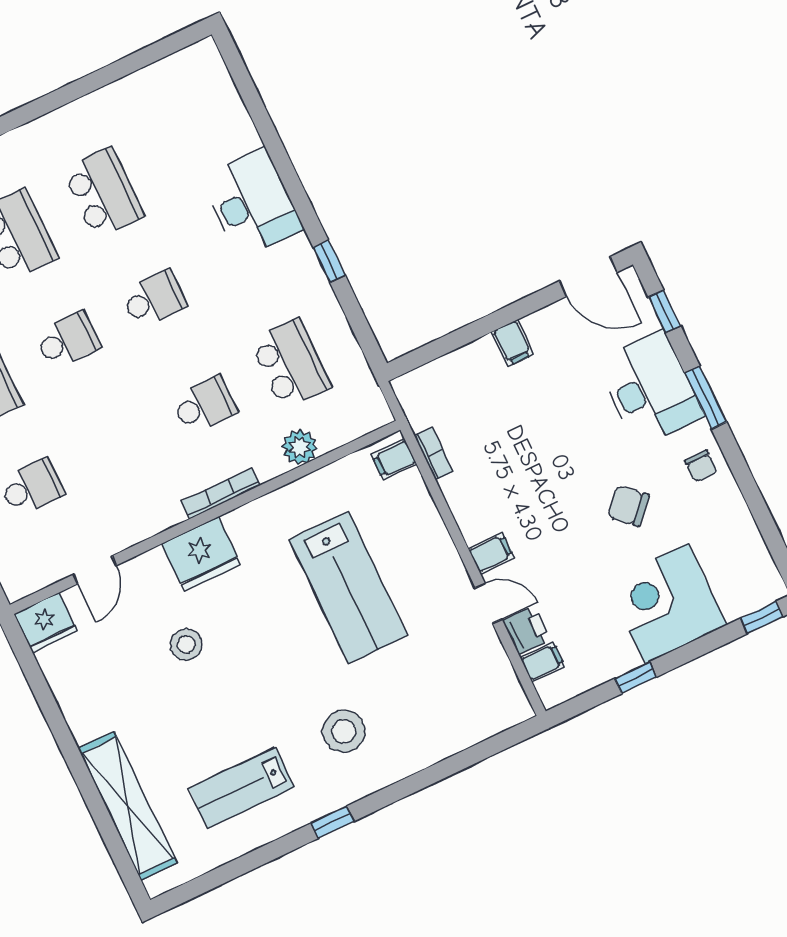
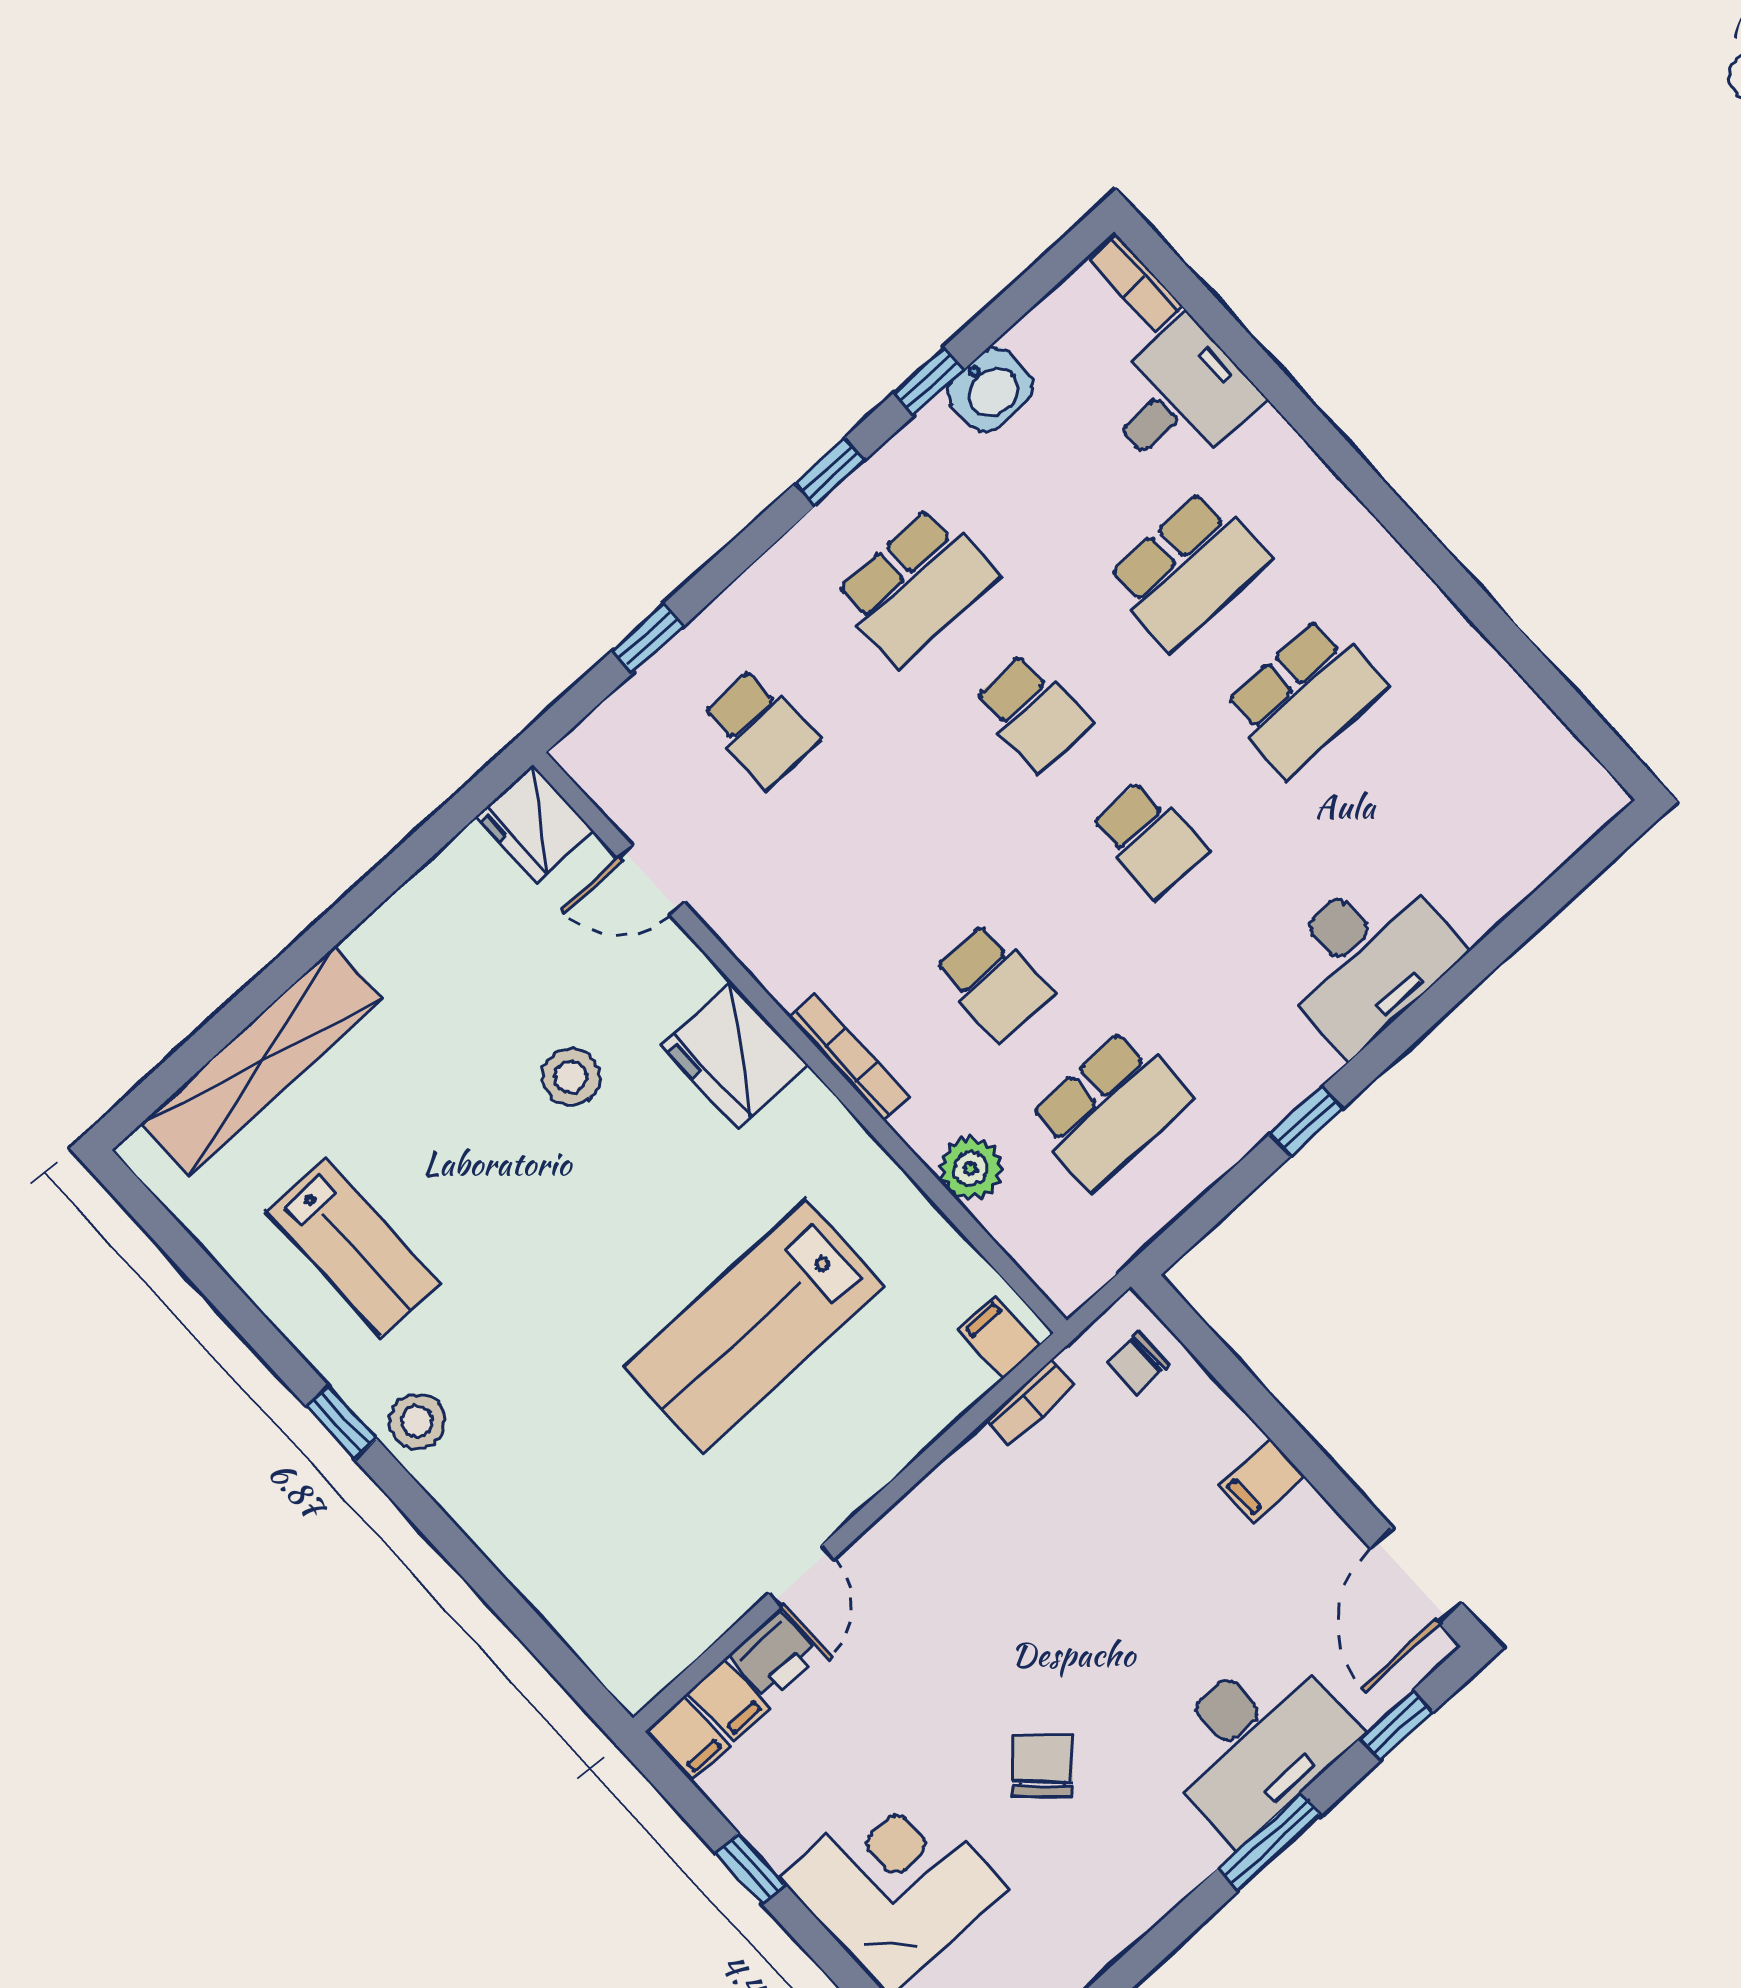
chair: (701, 466) -> (1138, 1363), moved
filing cabinet: (491, 553) -> (688, 1738), moved
stool: (344, 731) -> (417, 1421), moved, width x0.73, depth x0.73
lab bench: (241, 788) -> (353, 1248), turned 180

